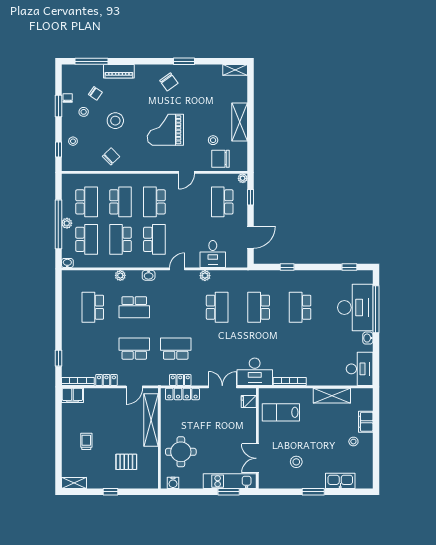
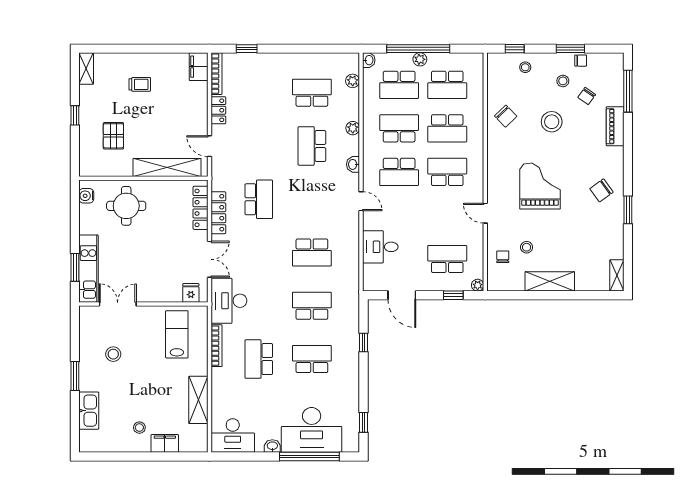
chair: (220, 159) -> (503, 257), width x0.54, depth x0.54
plant: (205, 276) -> (353, 81), moved
school desk: (134, 349) -> (259, 359), moved, turned 180
locker: (180, 380) -> (218, 213), width x1.53

